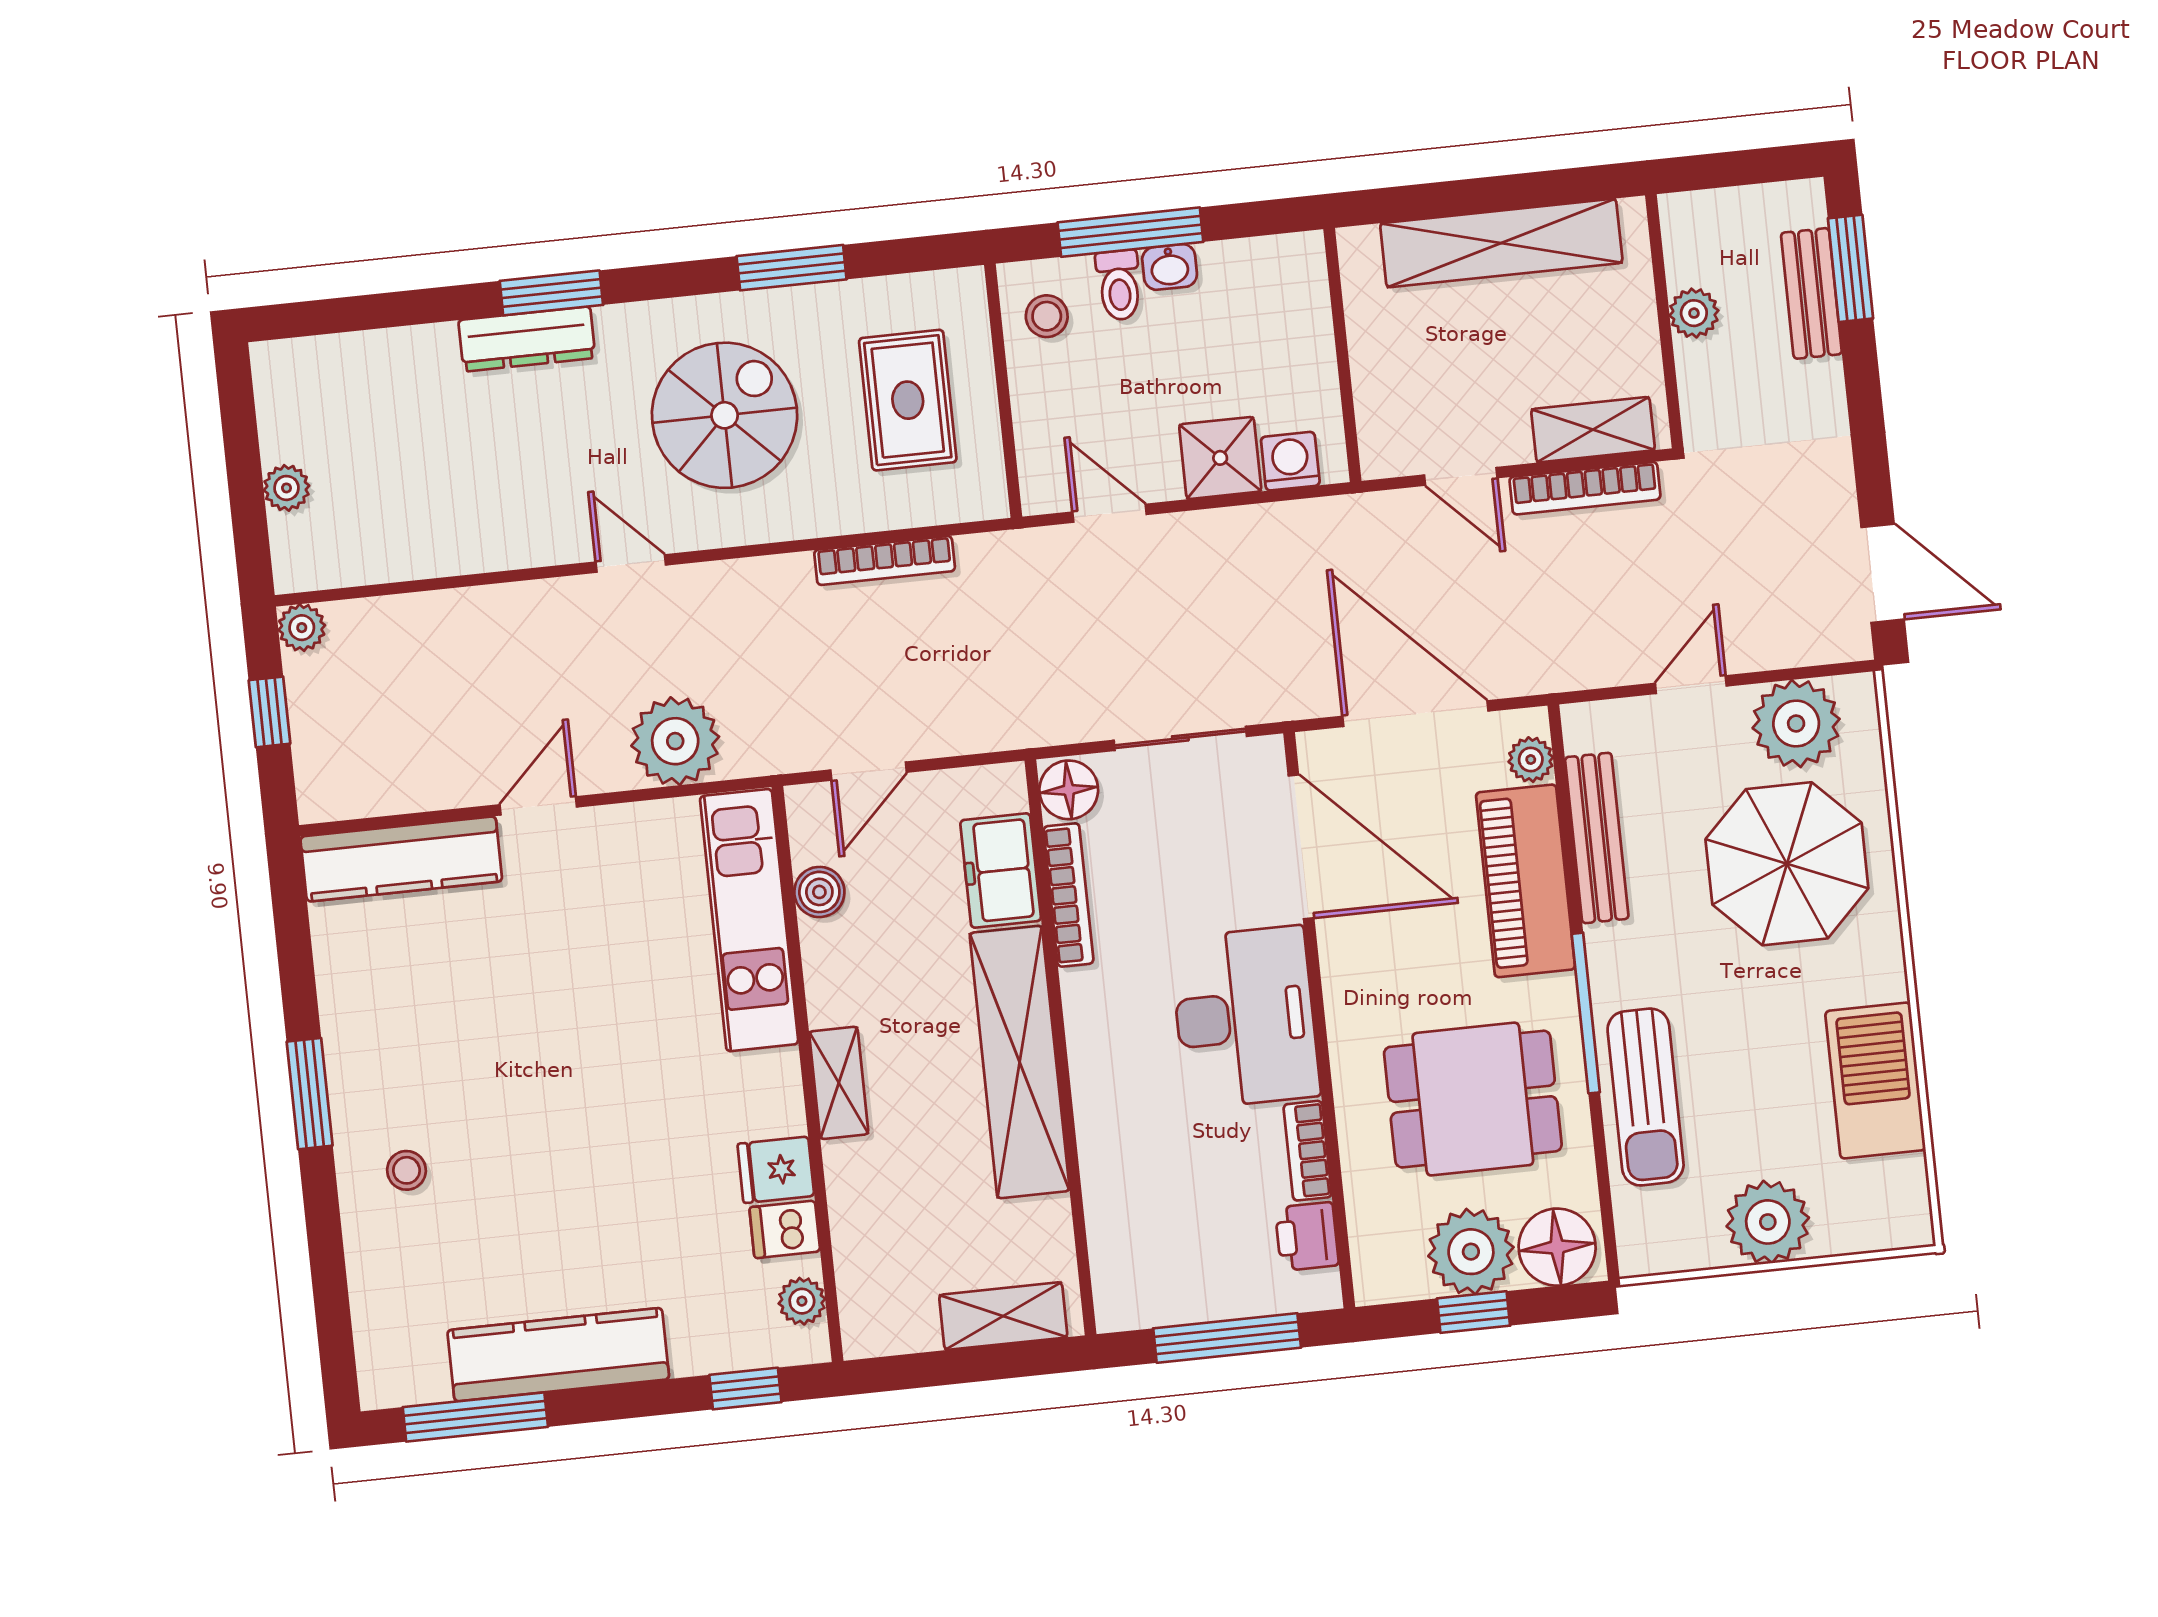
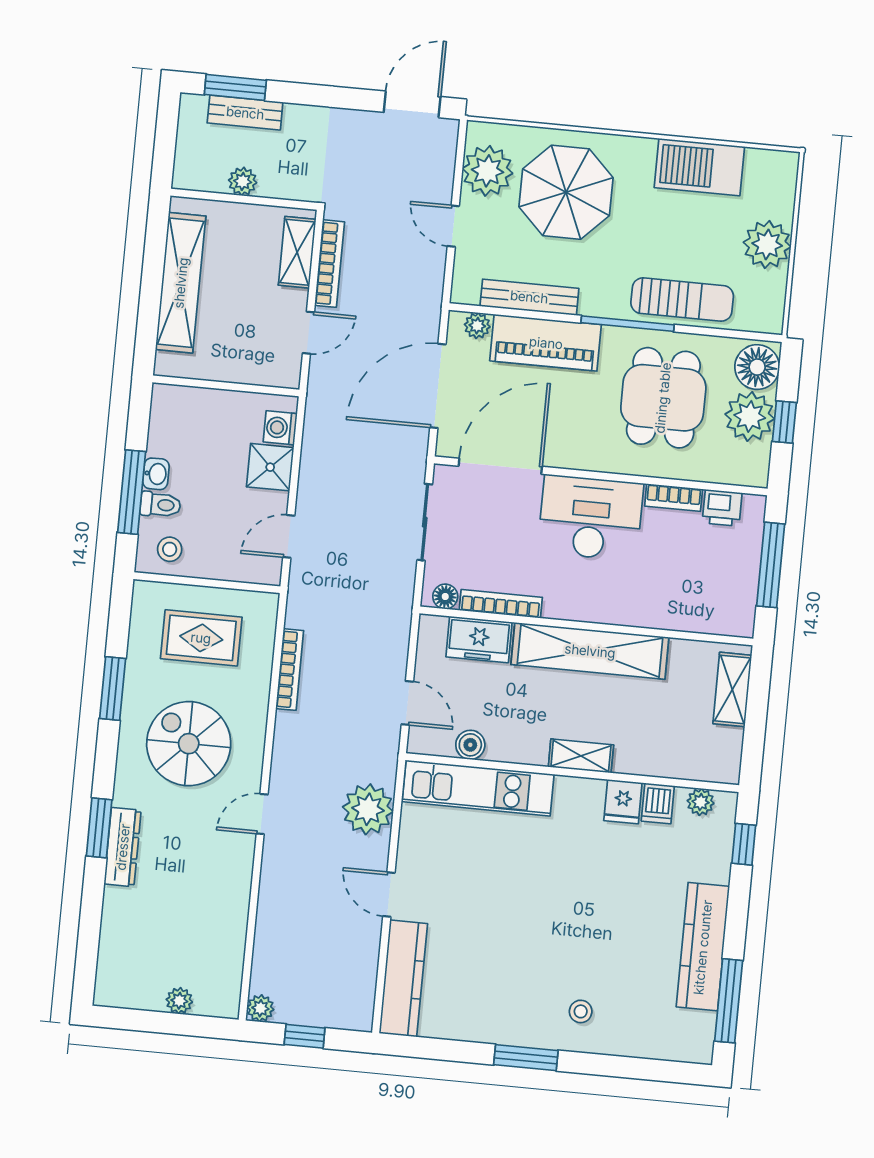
floor lamp: (1069, 790) -> (445, 597), width x0.73, depth x0.73

